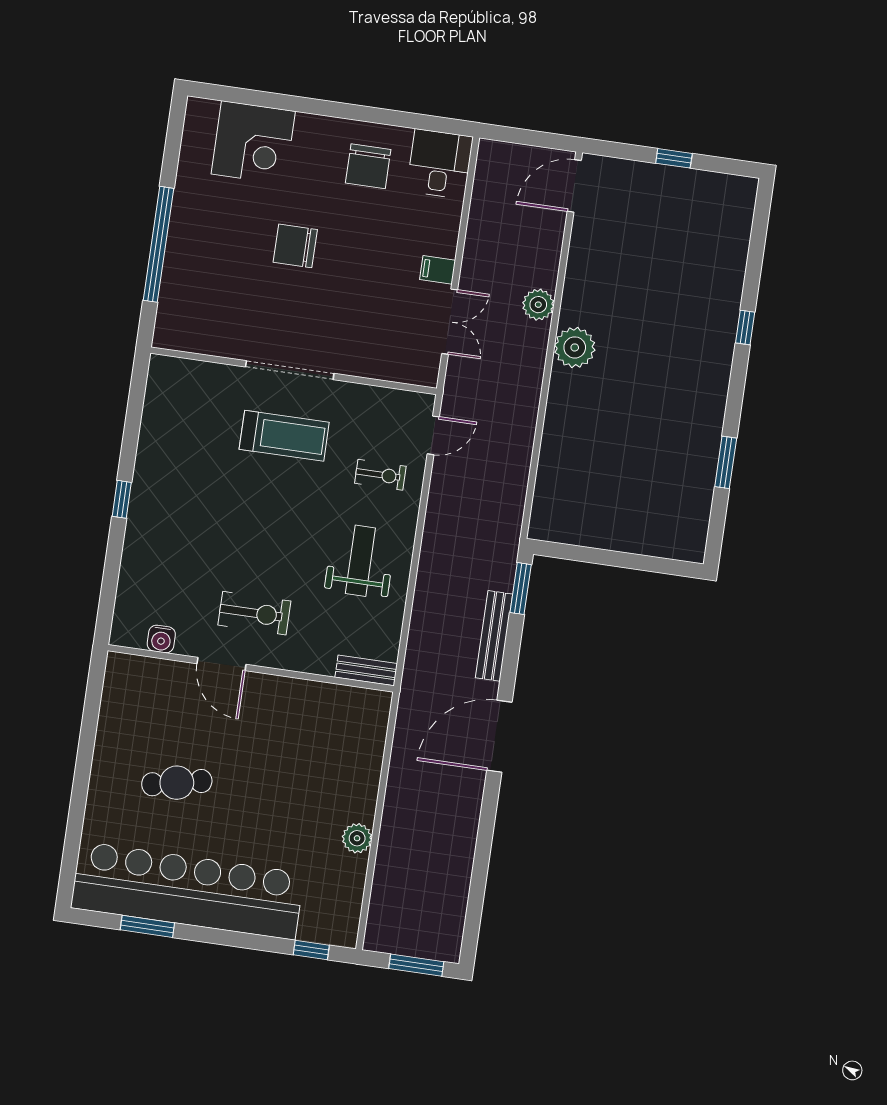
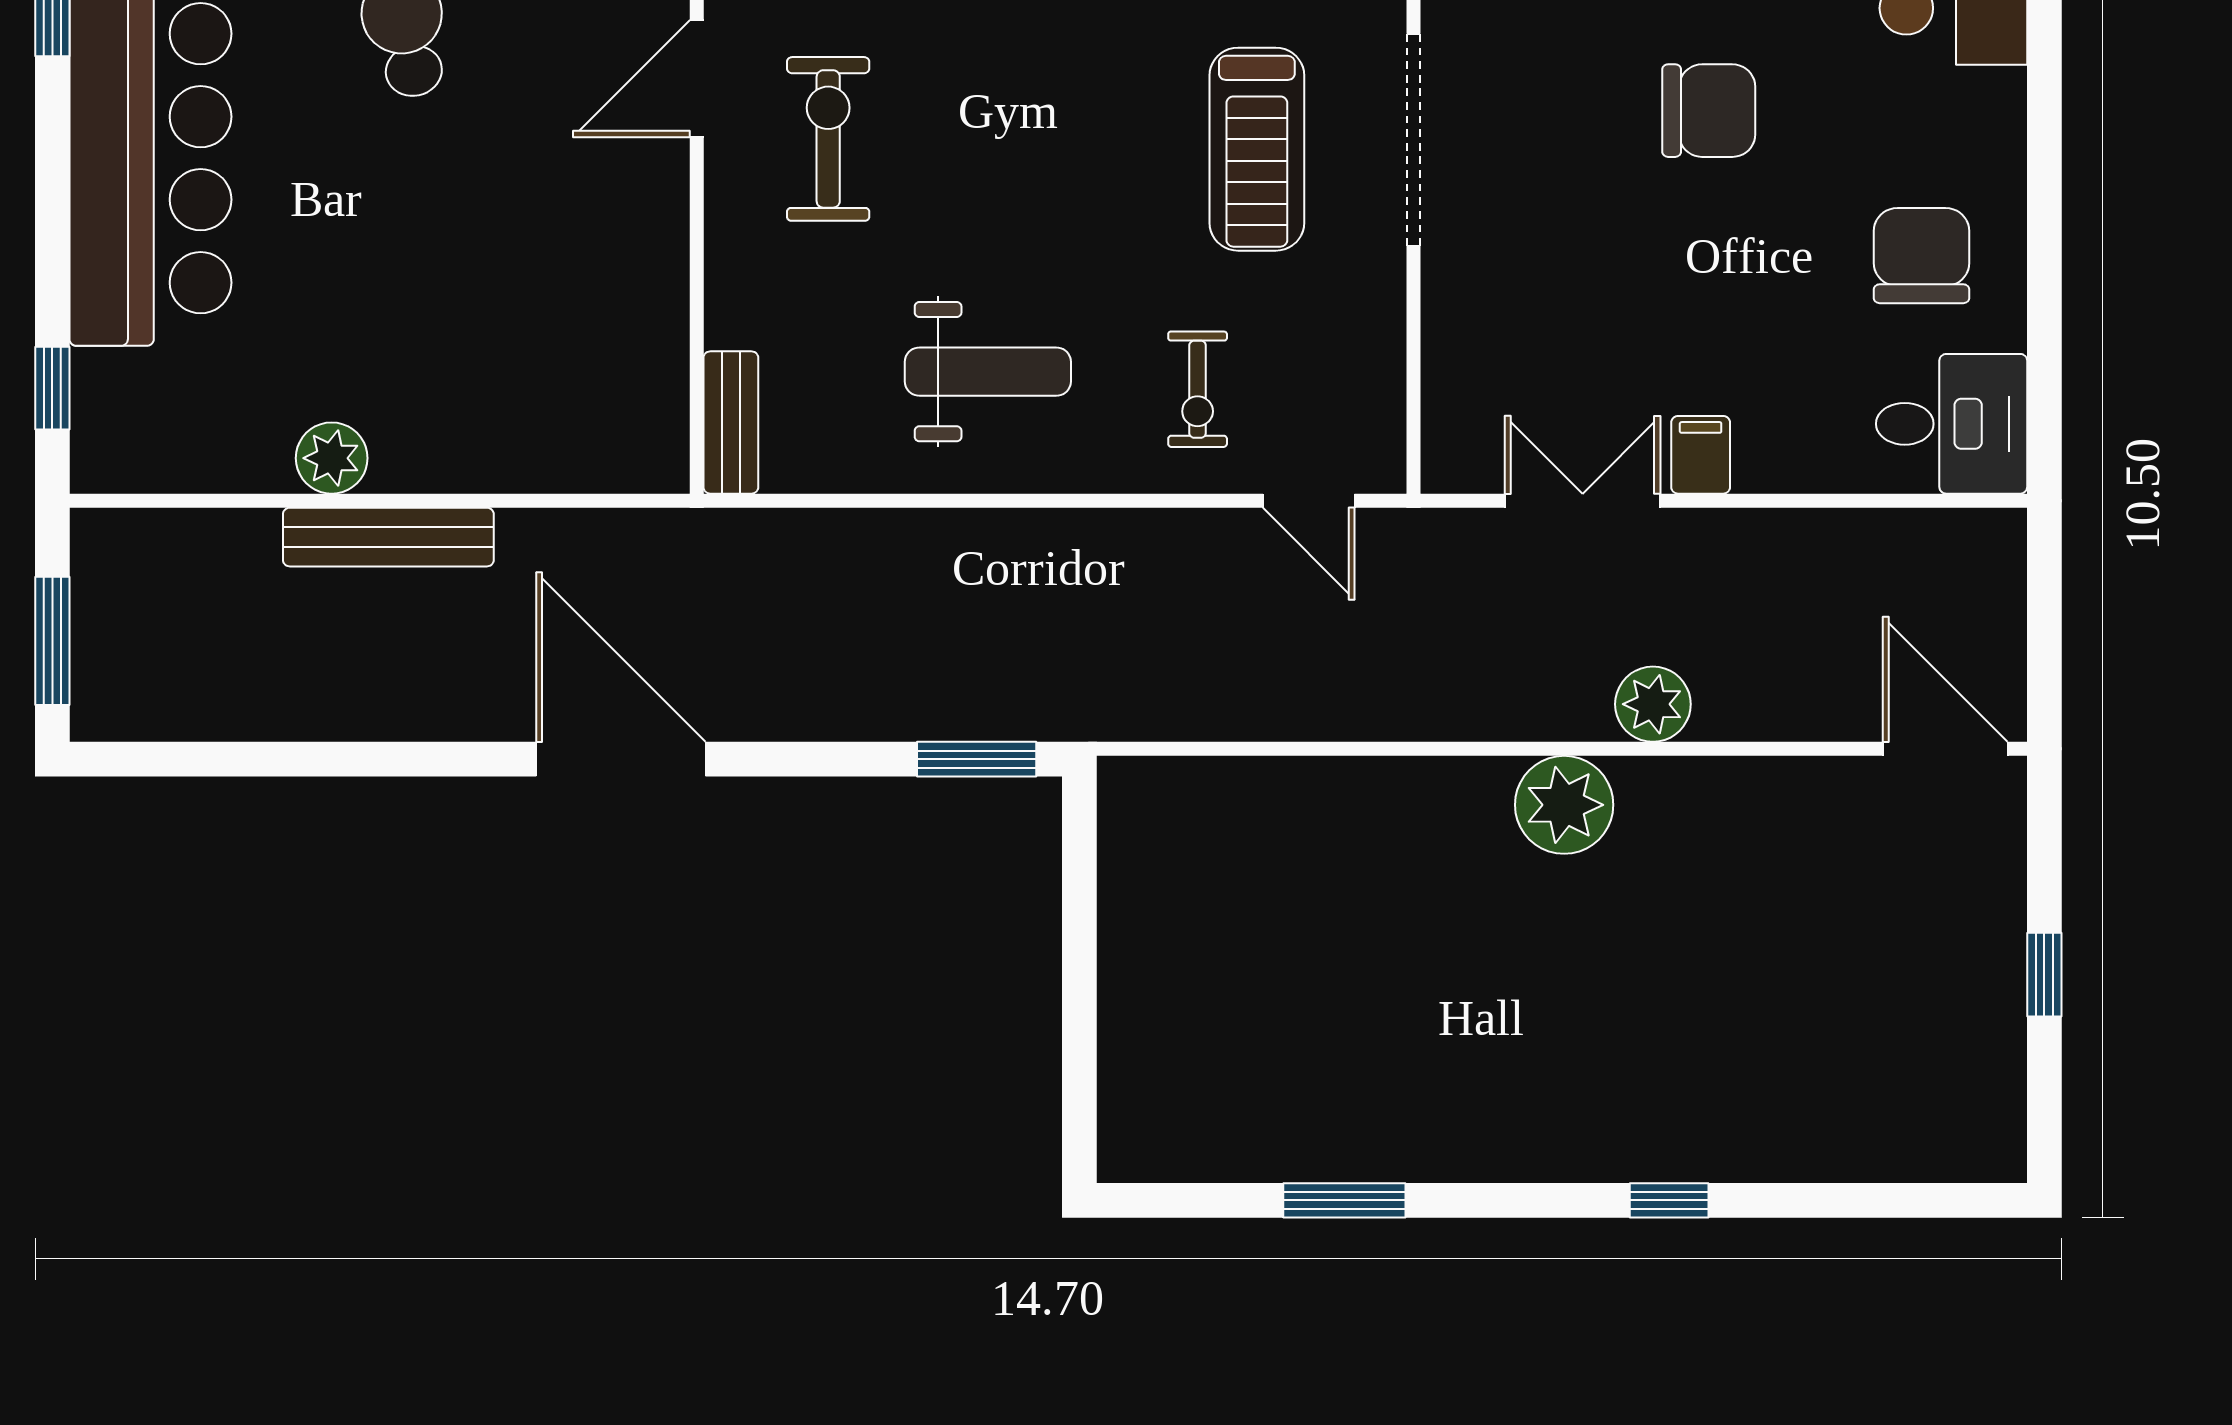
chair: (368, 166) -> (1921, 256), turned 90
chair: (295, 246) -> (1709, 111), turned 90
double door: (450, 322) -> (1583, 501), swing flipped
exercise bike: (254, 613) -> (828, 139), turned 180
bench: (494, 636) -> (388, 537), moved

